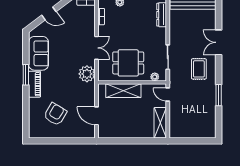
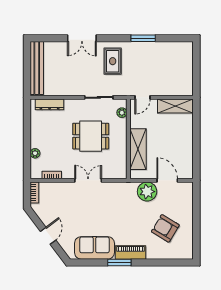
dining table: (128, 63) -> (91, 136), moved, turned 90
rug: (199, 69) -> (113, 61), turned 90
plant: (87, 74) -> (147, 192), moved
door: (96, 116) -> (167, 180), swing flipped

